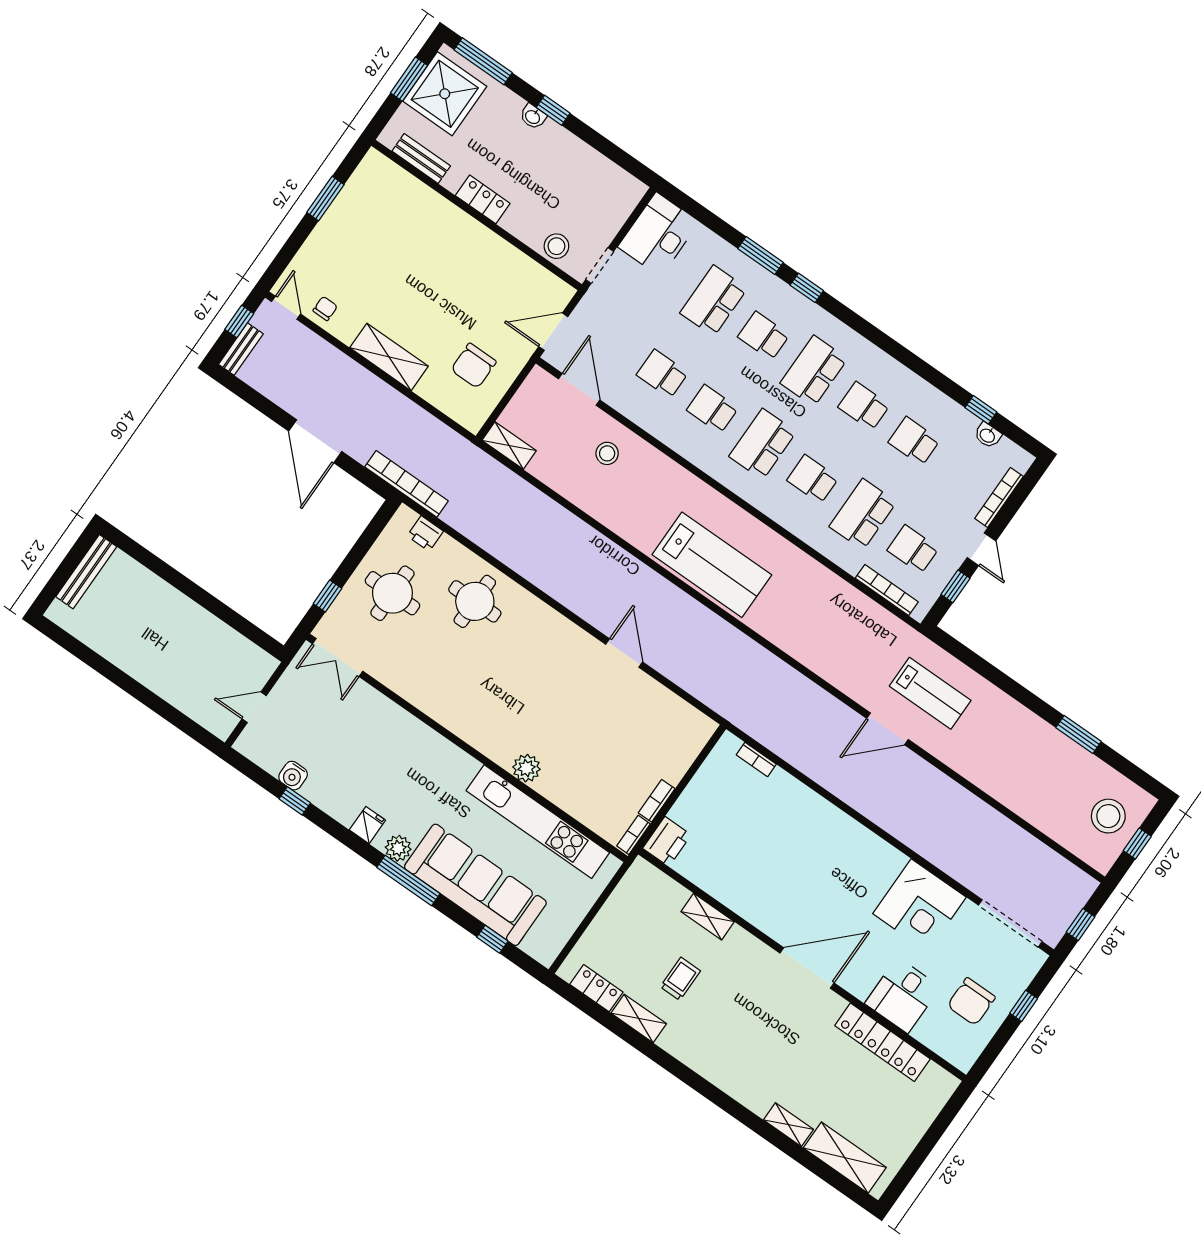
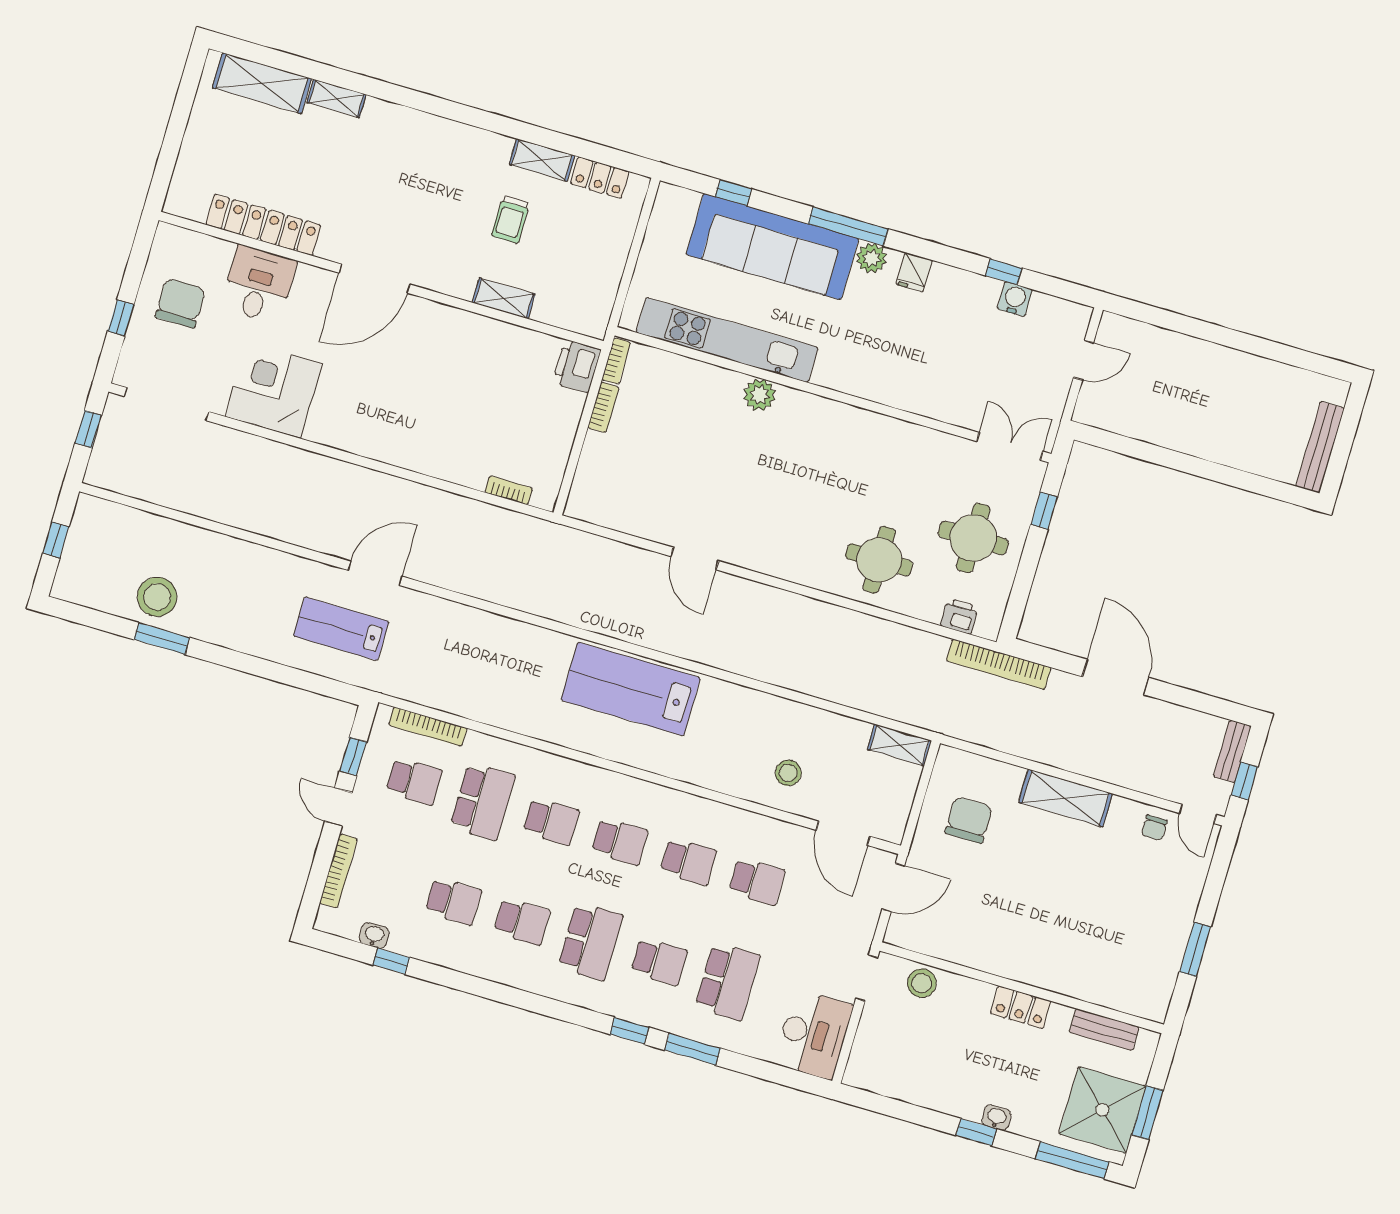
school desk: (763, 444) -> (620, 841), width x0.54
stool: (1108, 816) -> (157, 597), moved

